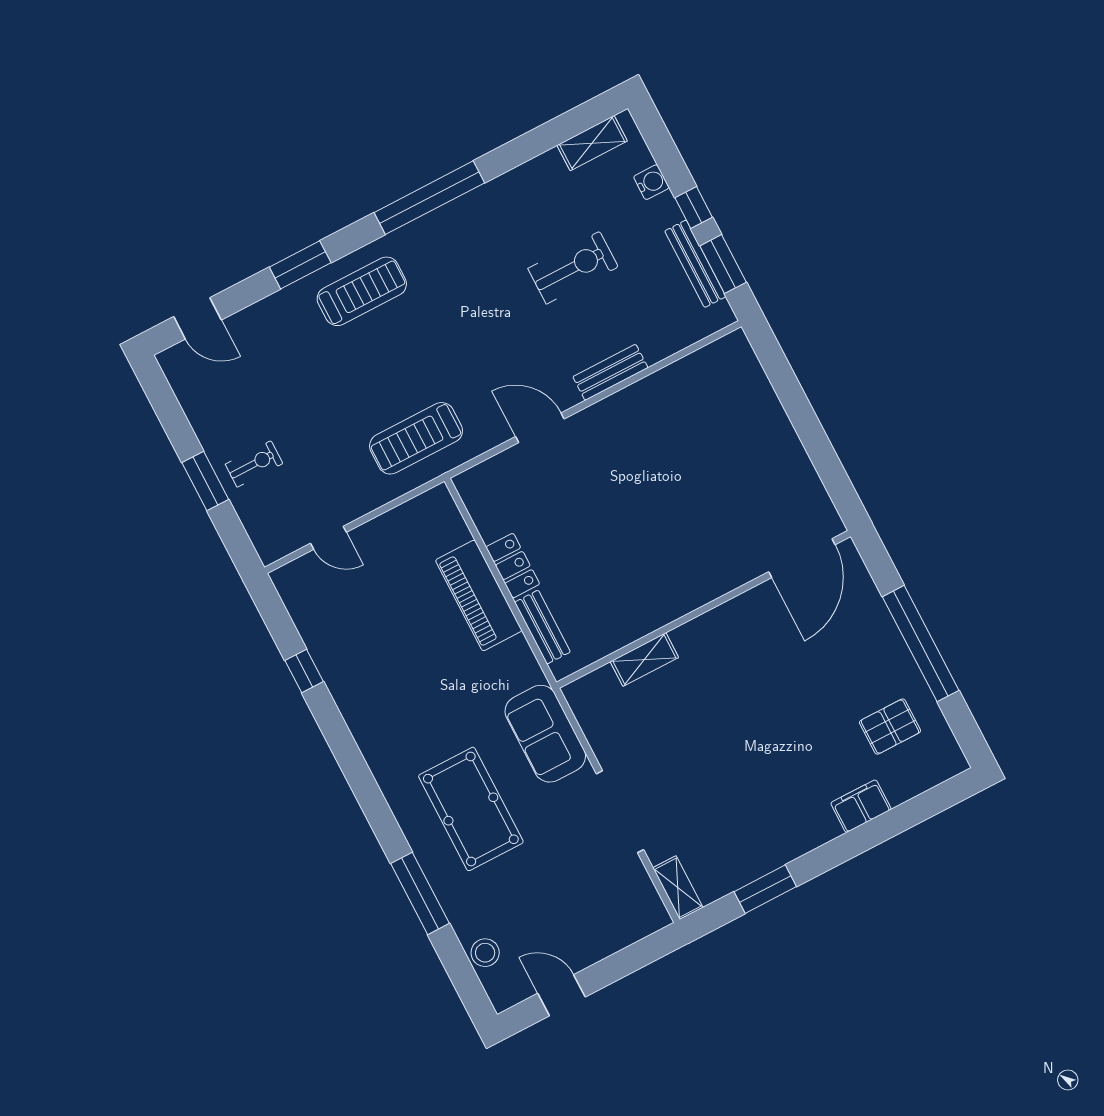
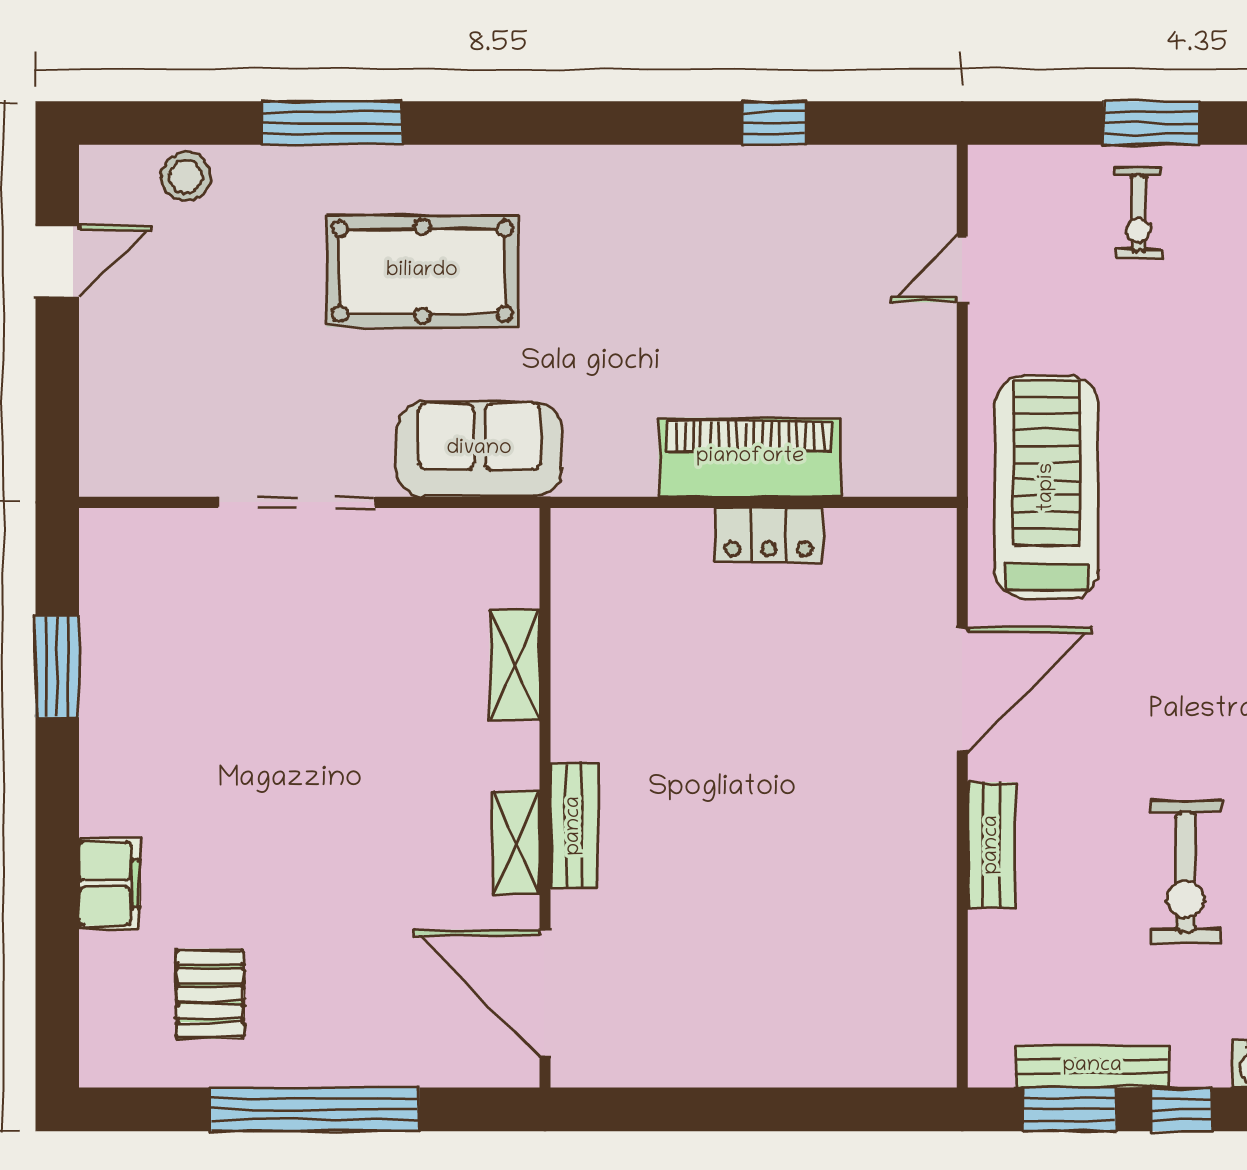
door: (540, 428) -> (962, 690), width x1.36
treadmill: (416, 438) -> (1047, 487), width x1.37, depth x1.38
bench: (542, 627) -> (574, 826), moved, turned 90
shelving: (678, 888) -> (516, 843), moved, turned 90

